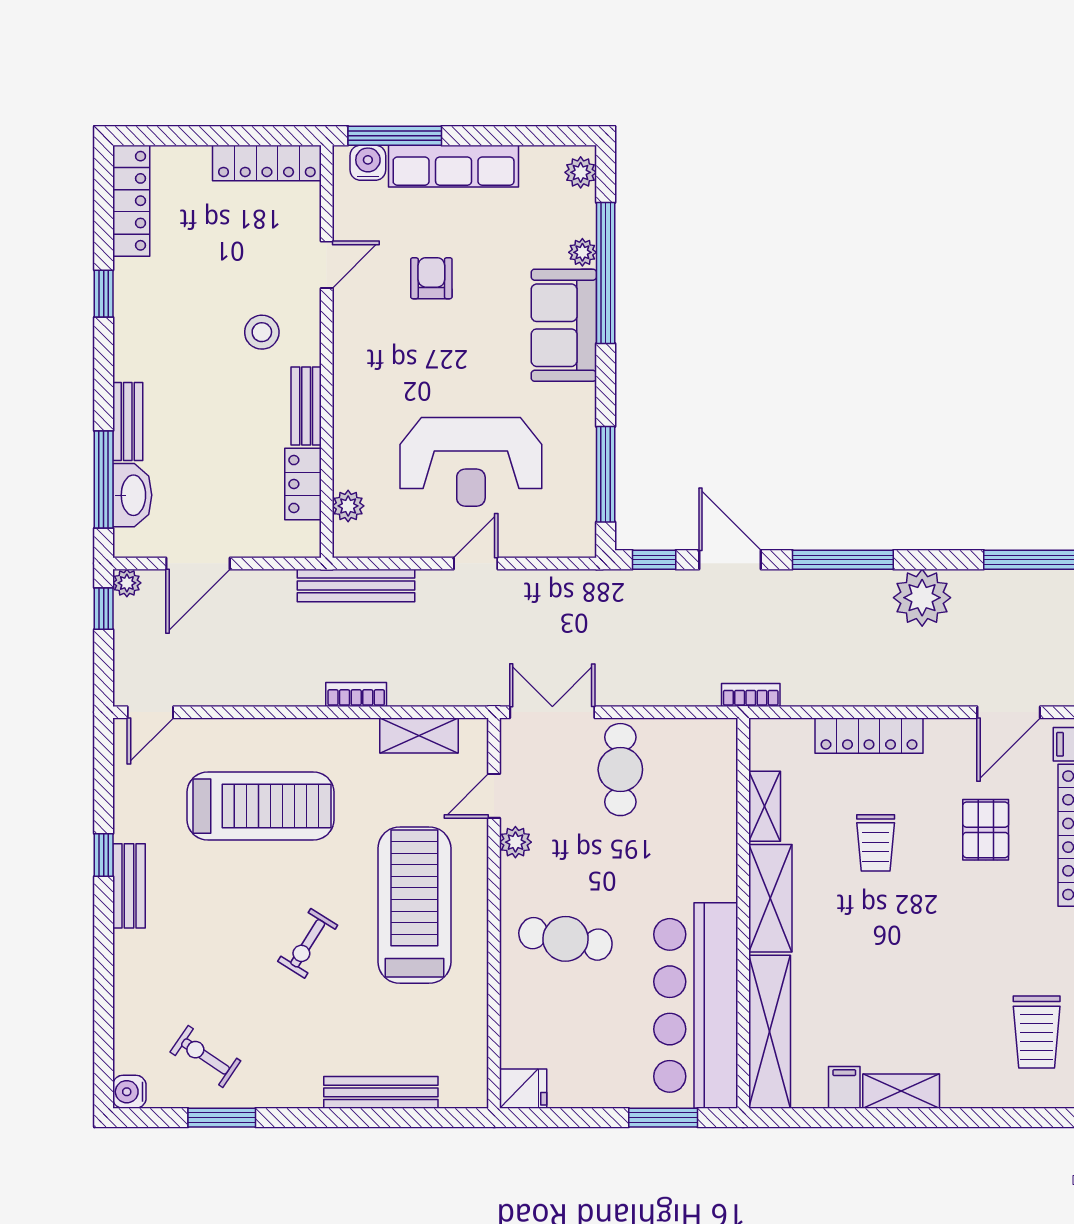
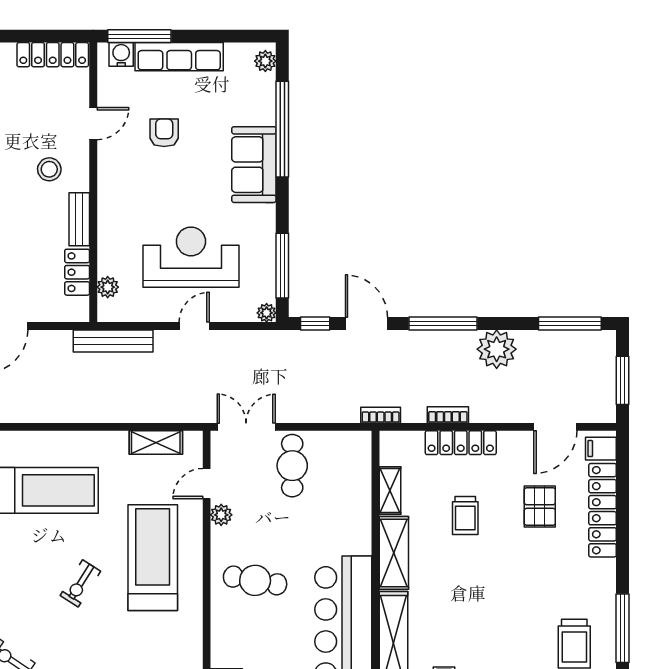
plant: (582, 252) -> (267, 313), moved
reception desk: (471, 462) -> (191, 257), turned 180
bookcase: (356, 695) -> (448, 415), moved

